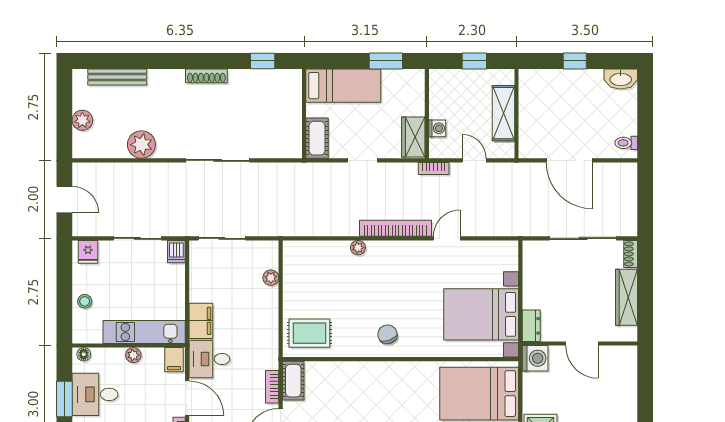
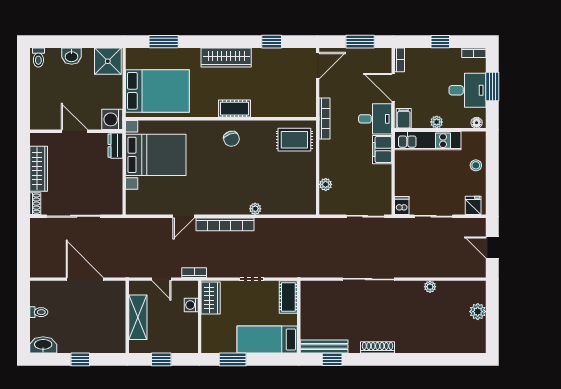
bench: (117, 77) -> (324, 346), moved
toilet: (626, 143) -> (39, 312), moved
plant: (141, 145) -> (430, 287), width x0.53, depth x0.53
cot: (293, 381) -> (234, 109), moved, turned 90
bookcase: (272, 387) -> (324, 118), moved, width x1.56

